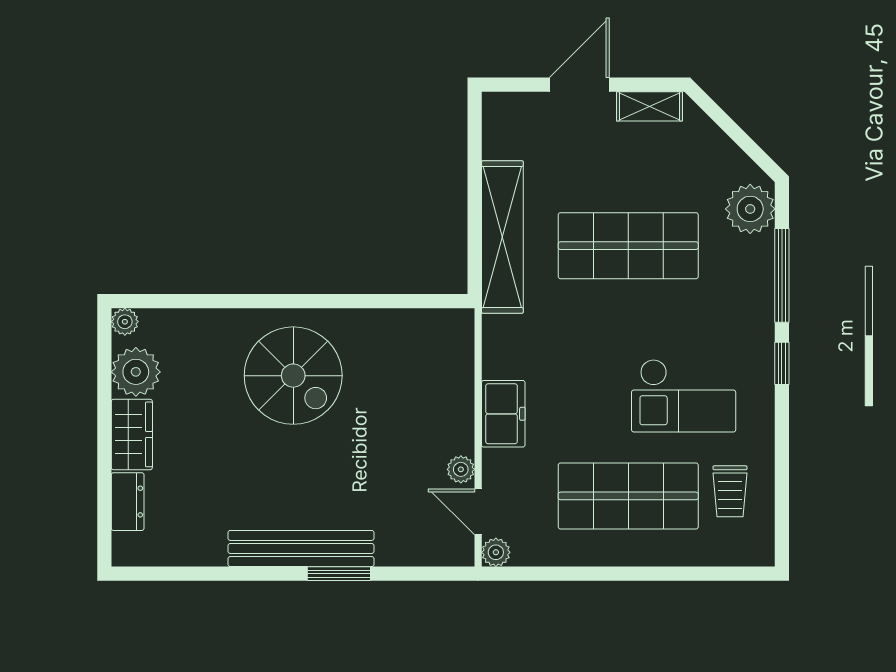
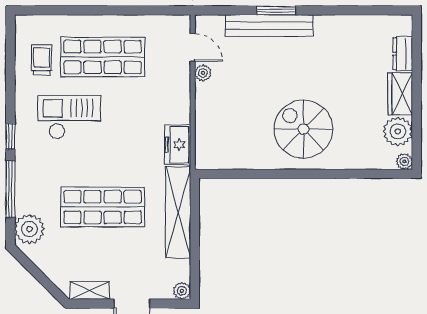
freezer: (503, 414) -> (177, 145), moved
bench: (301, 548) -> (269, 25), moved
plant: (496, 552) -> (182, 291), moved

